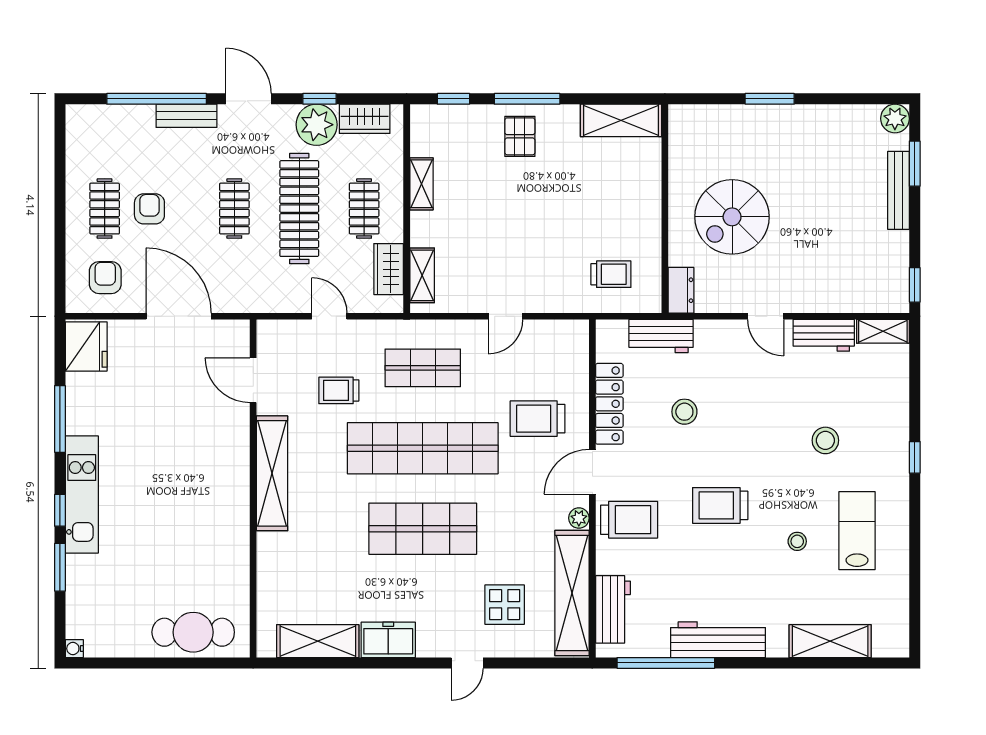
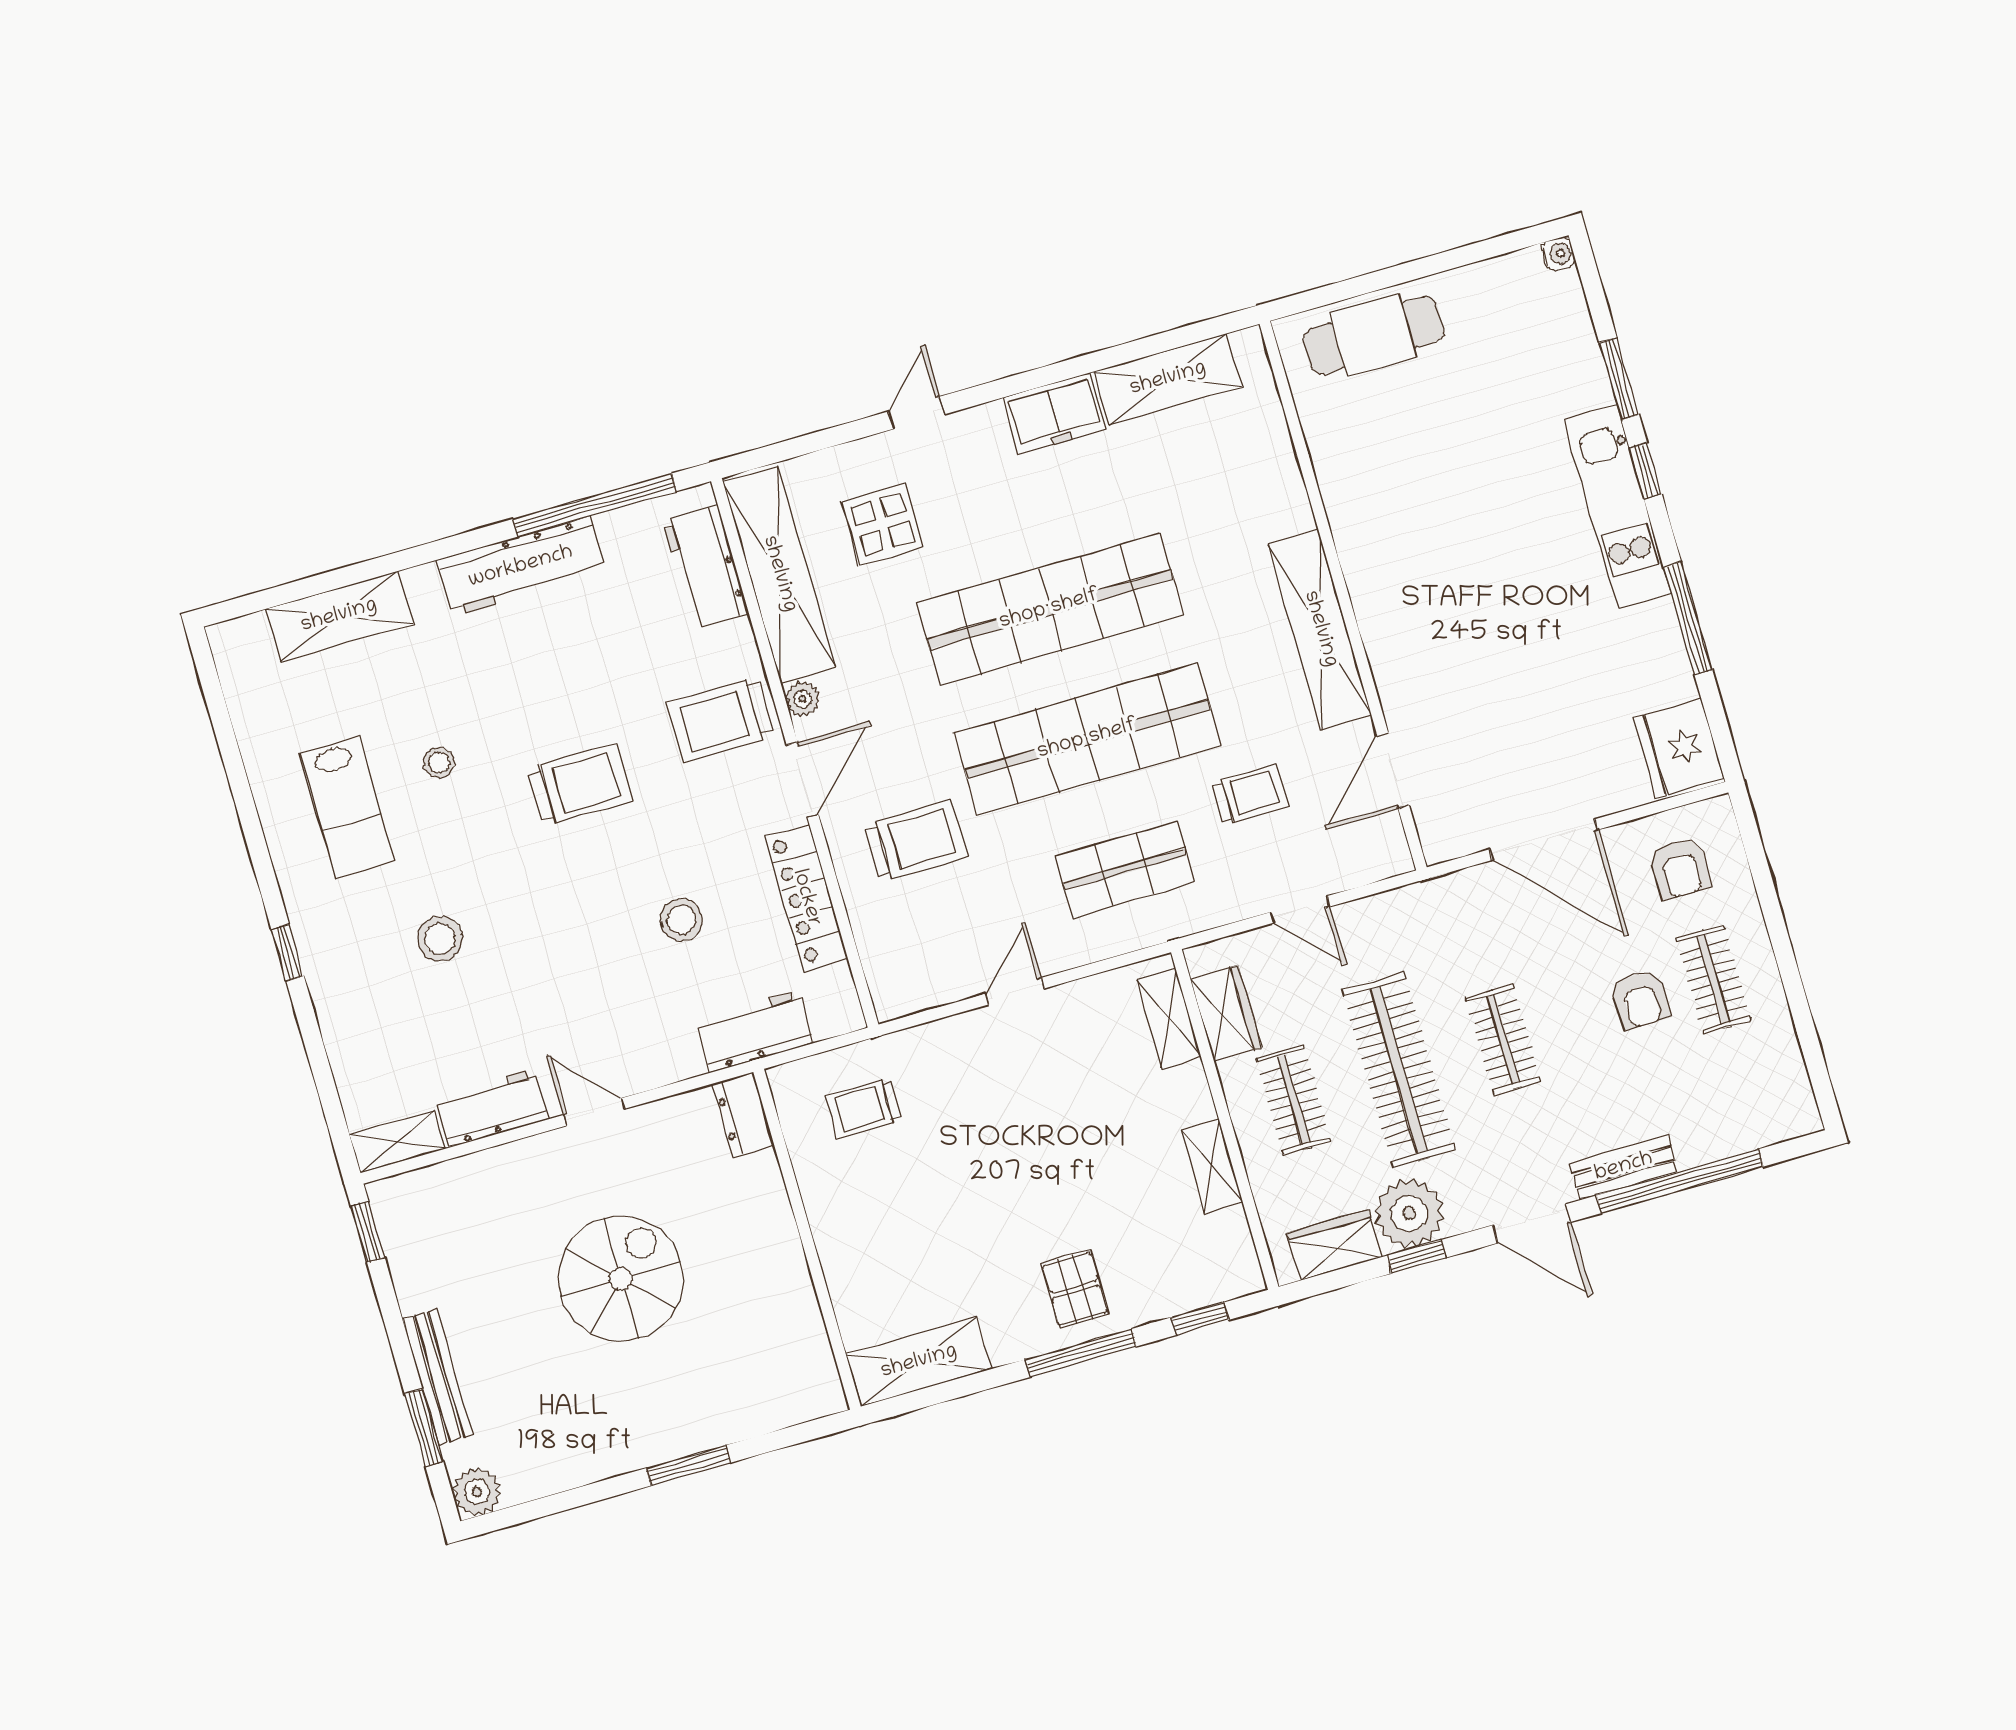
spiral stairs: (732, 217) -> (621, 1279), moved
door: (253, 380) -> (1393, 771), swing flipped
shop shelf: (423, 529) -> (1050, 609), width x1.40

